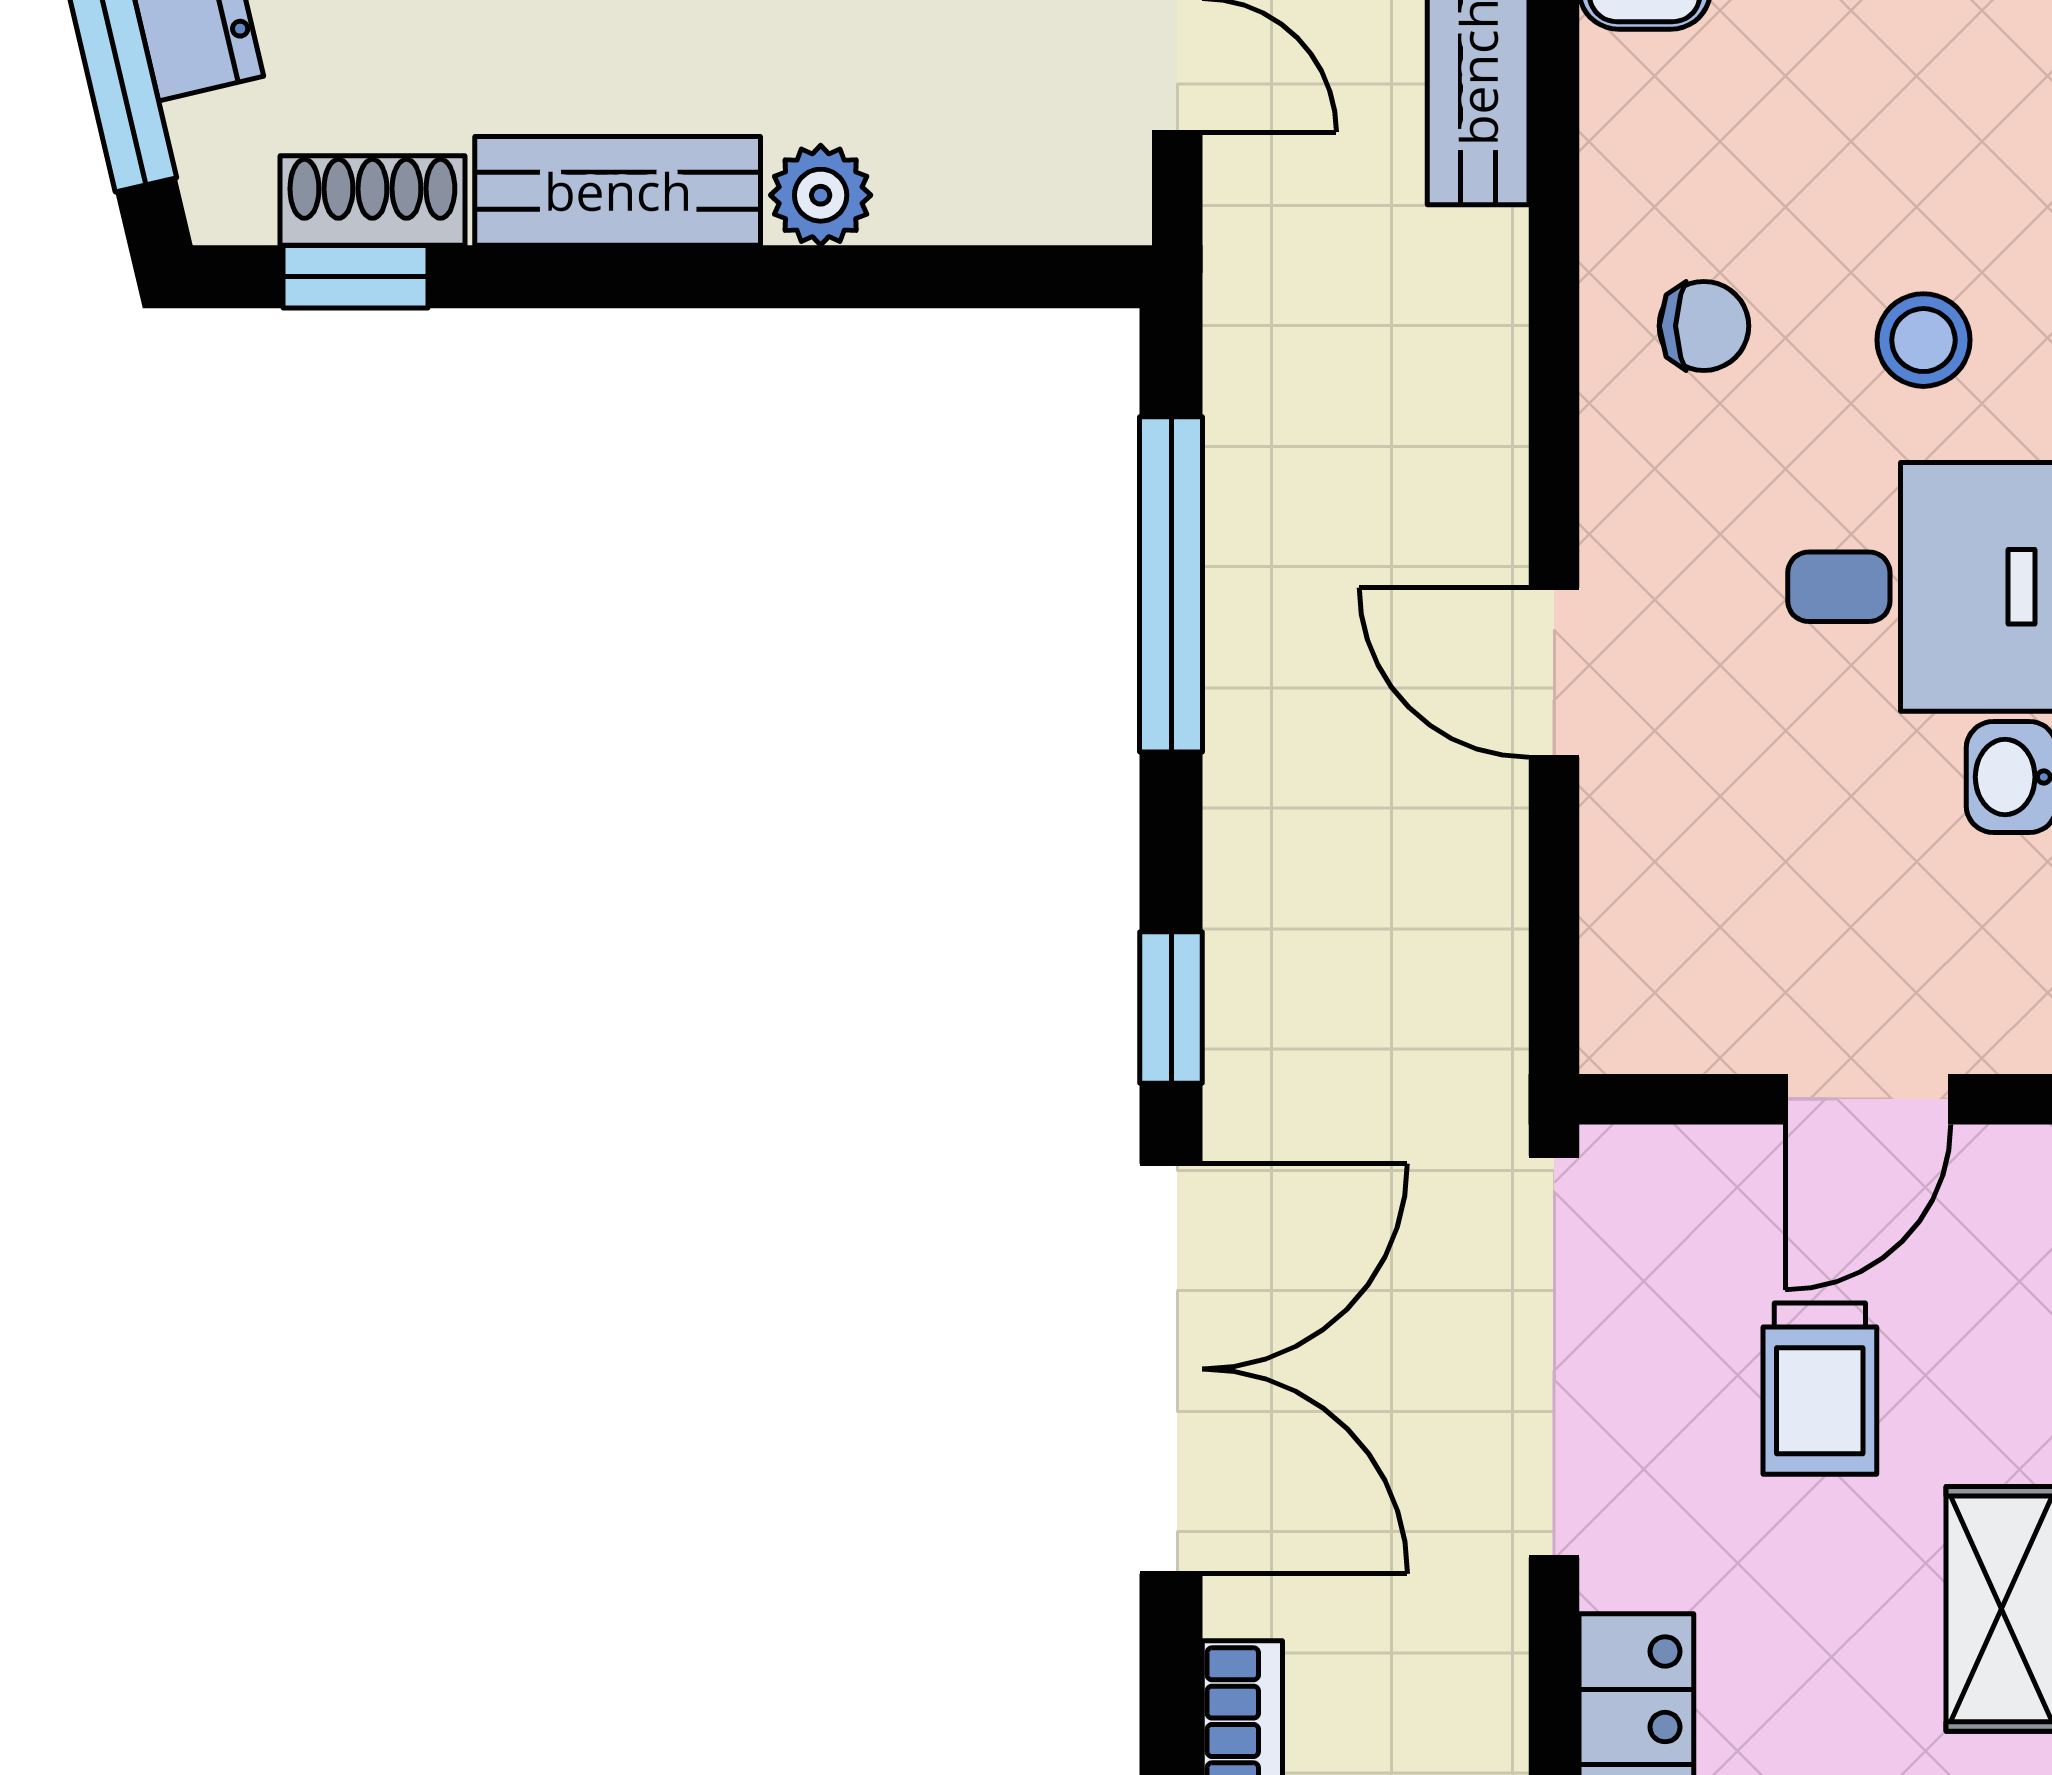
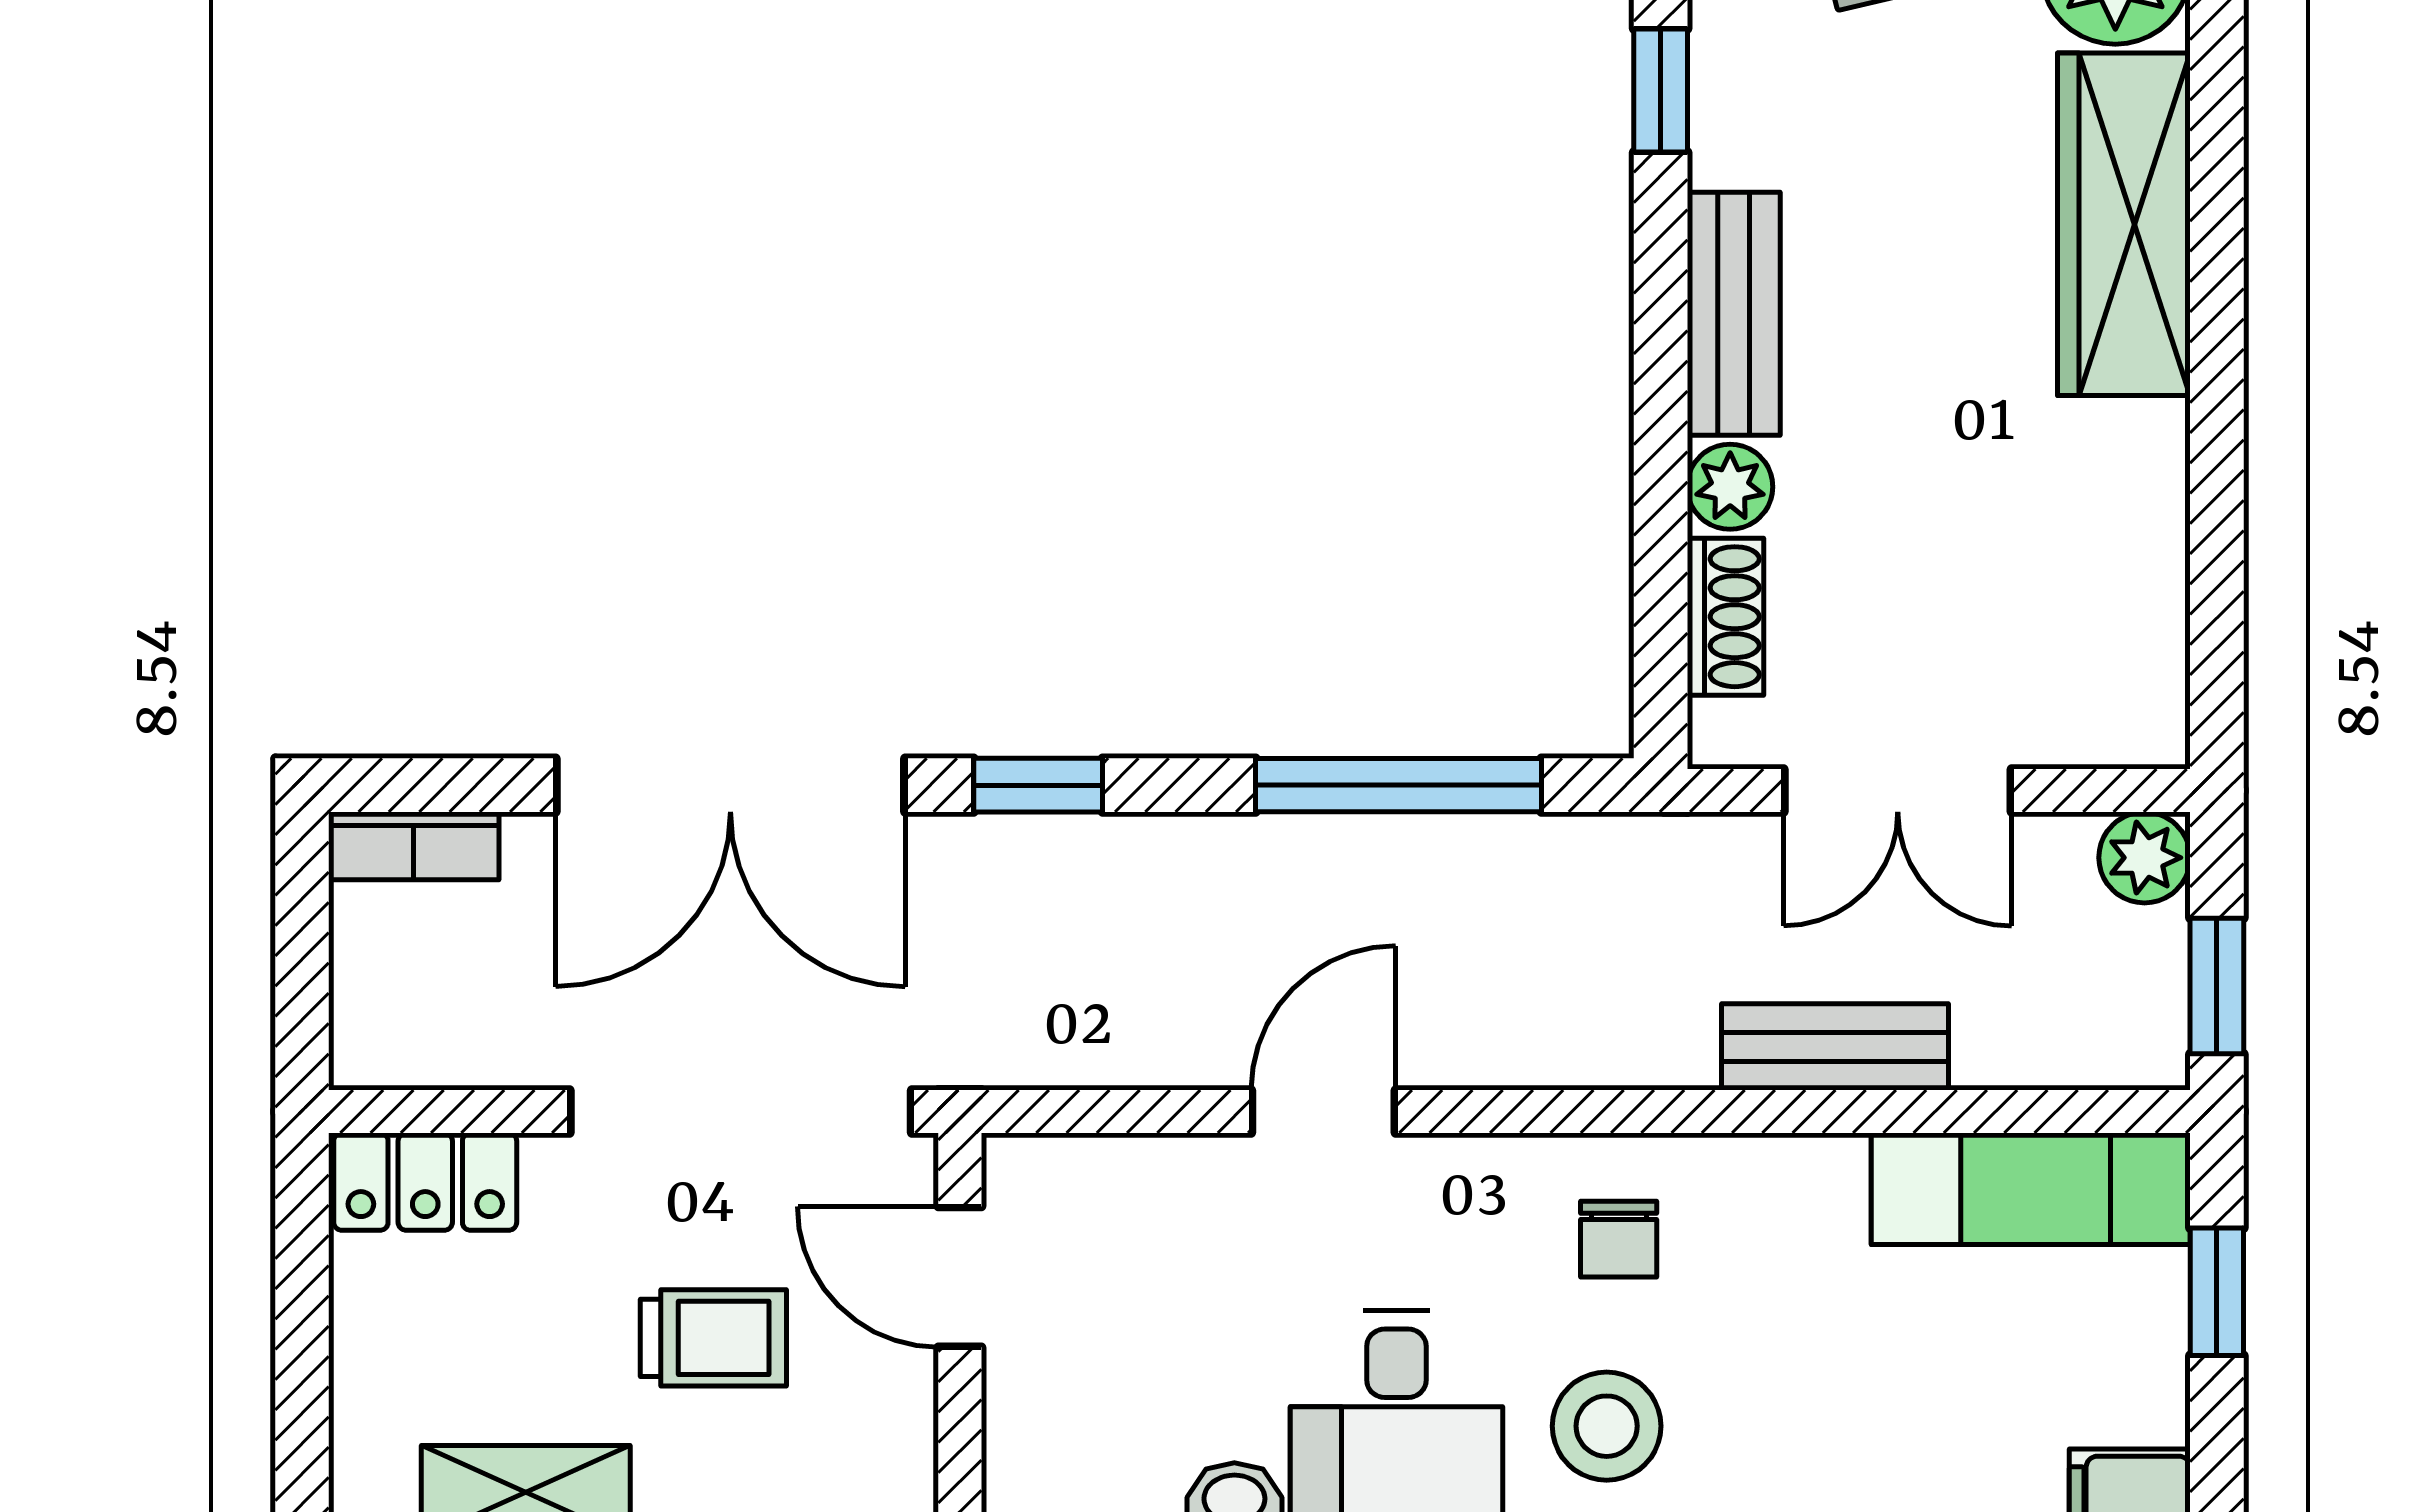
shoe rack: (372, 201) -> (1726, 617), moved
stool: (1923, 340) -> (1607, 1426), width x1.37, depth x1.37
door: (1868, 1099) -> (960, 1277), moved
trolley: (1820, 1389) -> (713, 1338), turned 180

